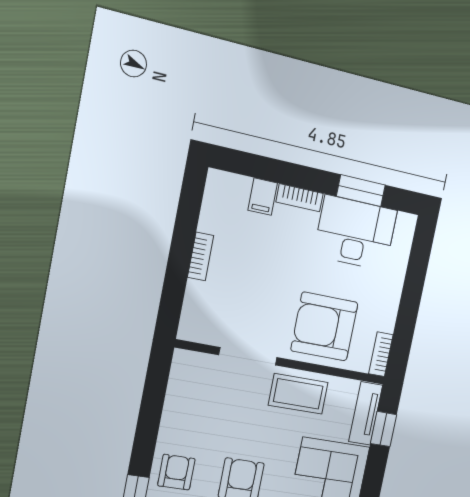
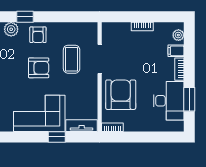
plant: (232, 185) -> (178, 35), added
coffee table: (298, 394) -> (72, 59), moved
window: (384, 429) -> (57, 137), moved
armchair: (176, 472) -> (38, 35), turned 90

